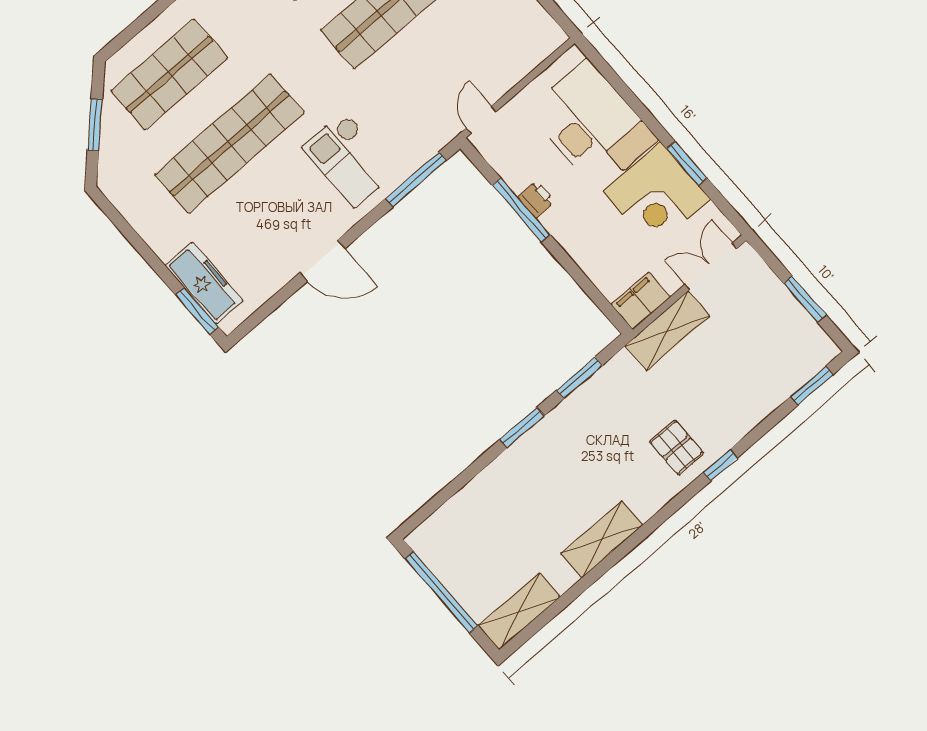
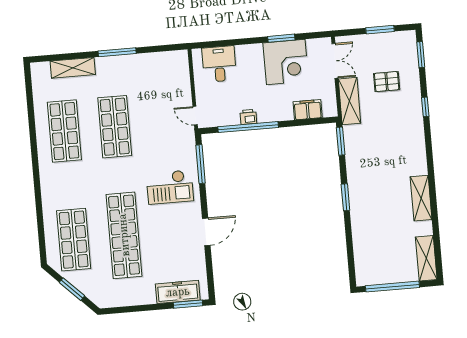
desk: (592, 125) -> (219, 64), width x0.53, depth x0.77
window: (521, 210) -> (248, 127), width x1.46
double door: (711, 266) -> (335, 61), swing flipped
filing cabinet: (641, 301) -> (308, 110), moved, turned 90
window: (580, 378) -> (341, 141), moved
pallet: (677, 447) -> (387, 82), moved
window: (720, 465) -> (425, 107), moved

